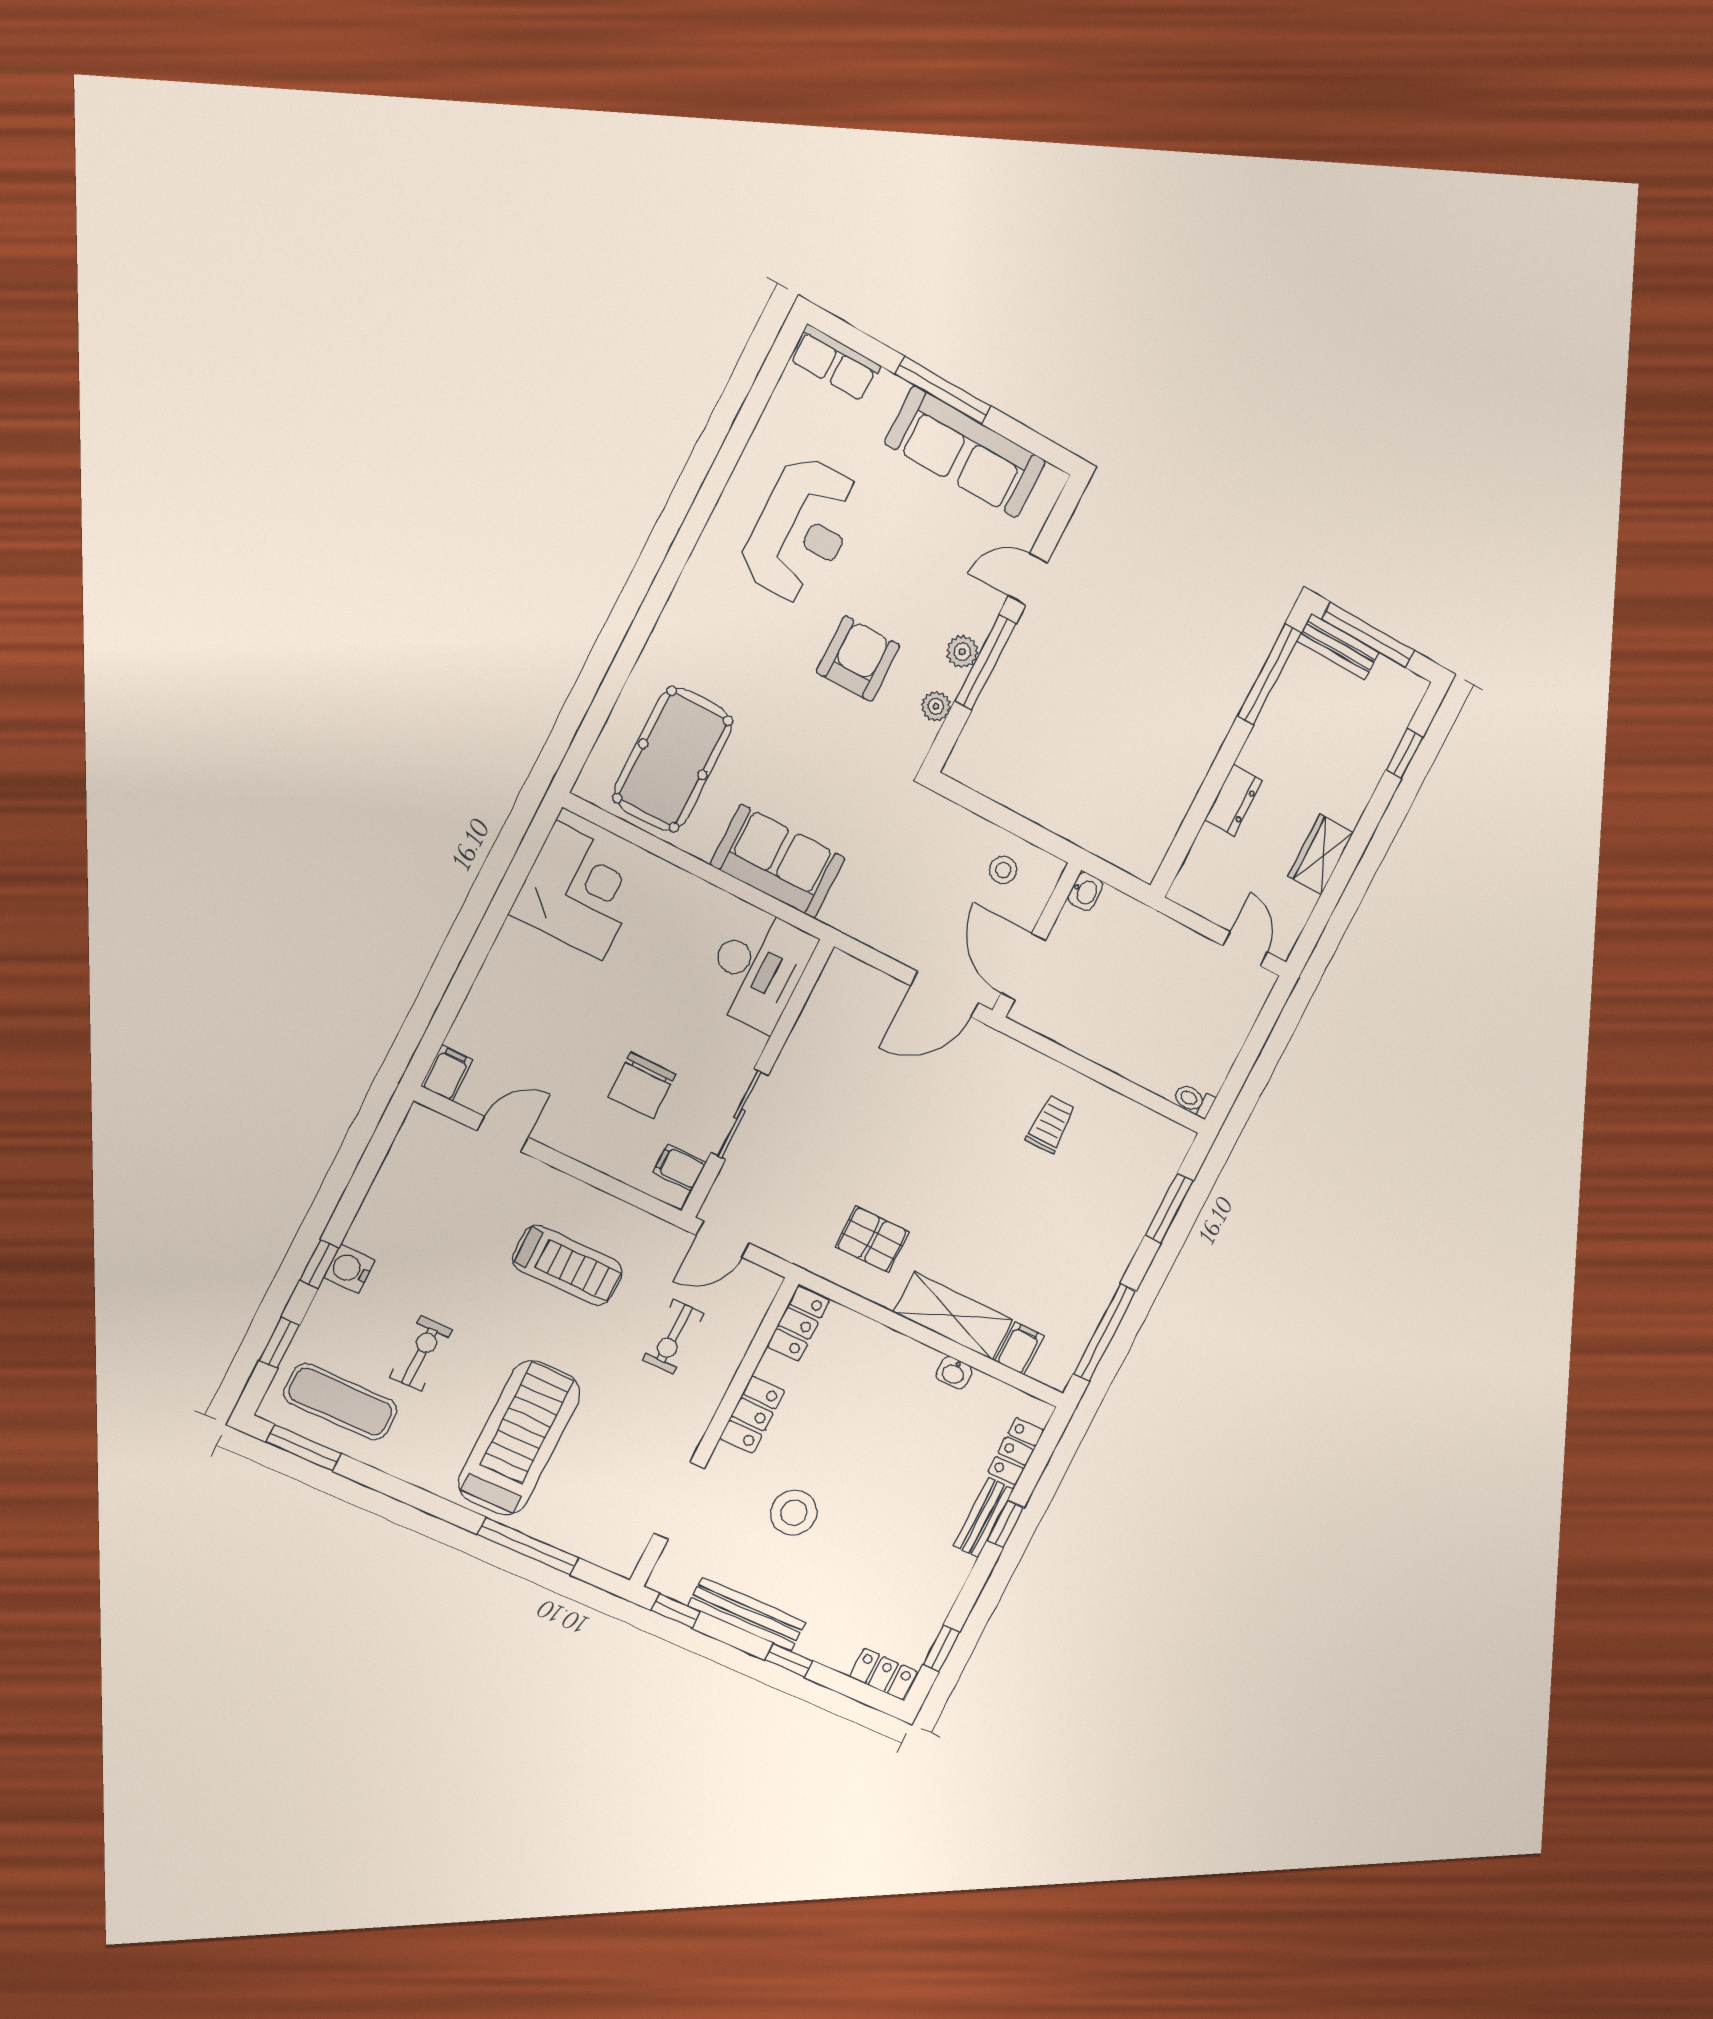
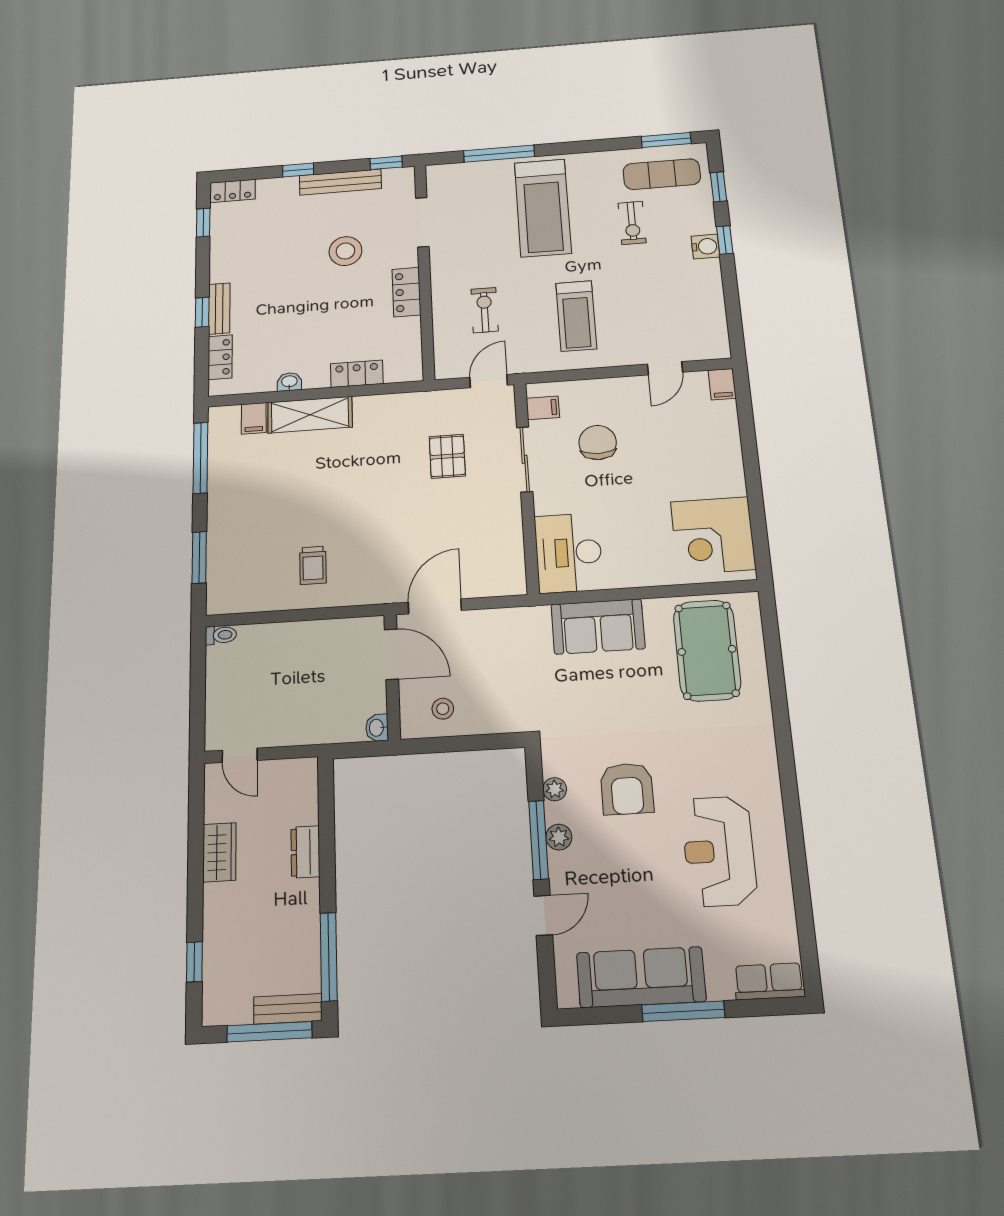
pallet: (872, 1240) -> (447, 456), moved, turned 90
treadmill: (567, 1265) -> (576, 316), turned -90
locker: (798, 1323) -> (357, 374), moved, turned 90

